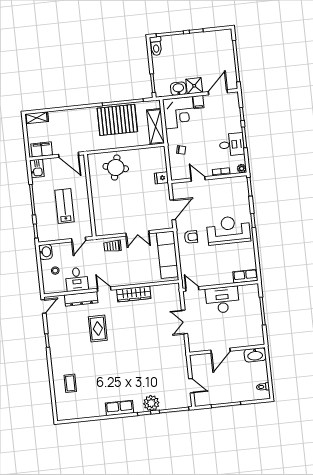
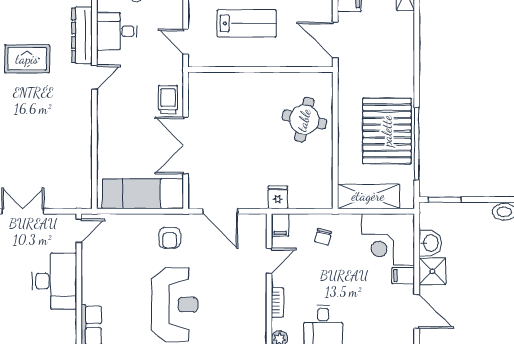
door: (69, 155) -> (335, 40), hinge flipped
filing cabinet: (177, 175) -> (280, 225), added
double door: (137, 233) -> (186, 145), width x1.37
wardrobe: (134, 294) -> (81, 128), removed

